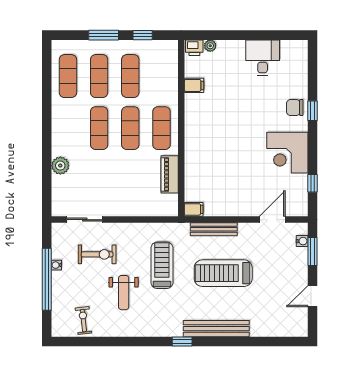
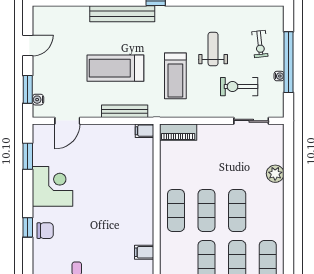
piano: (170, 174) -> (178, 132), moved, turned 90
window: (312, 183) -> (28, 156), width x1.50
treadmill: (223, 273) -> (115, 68), turned 180
exercise bike: (83, 321) -> (260, 44), moved

